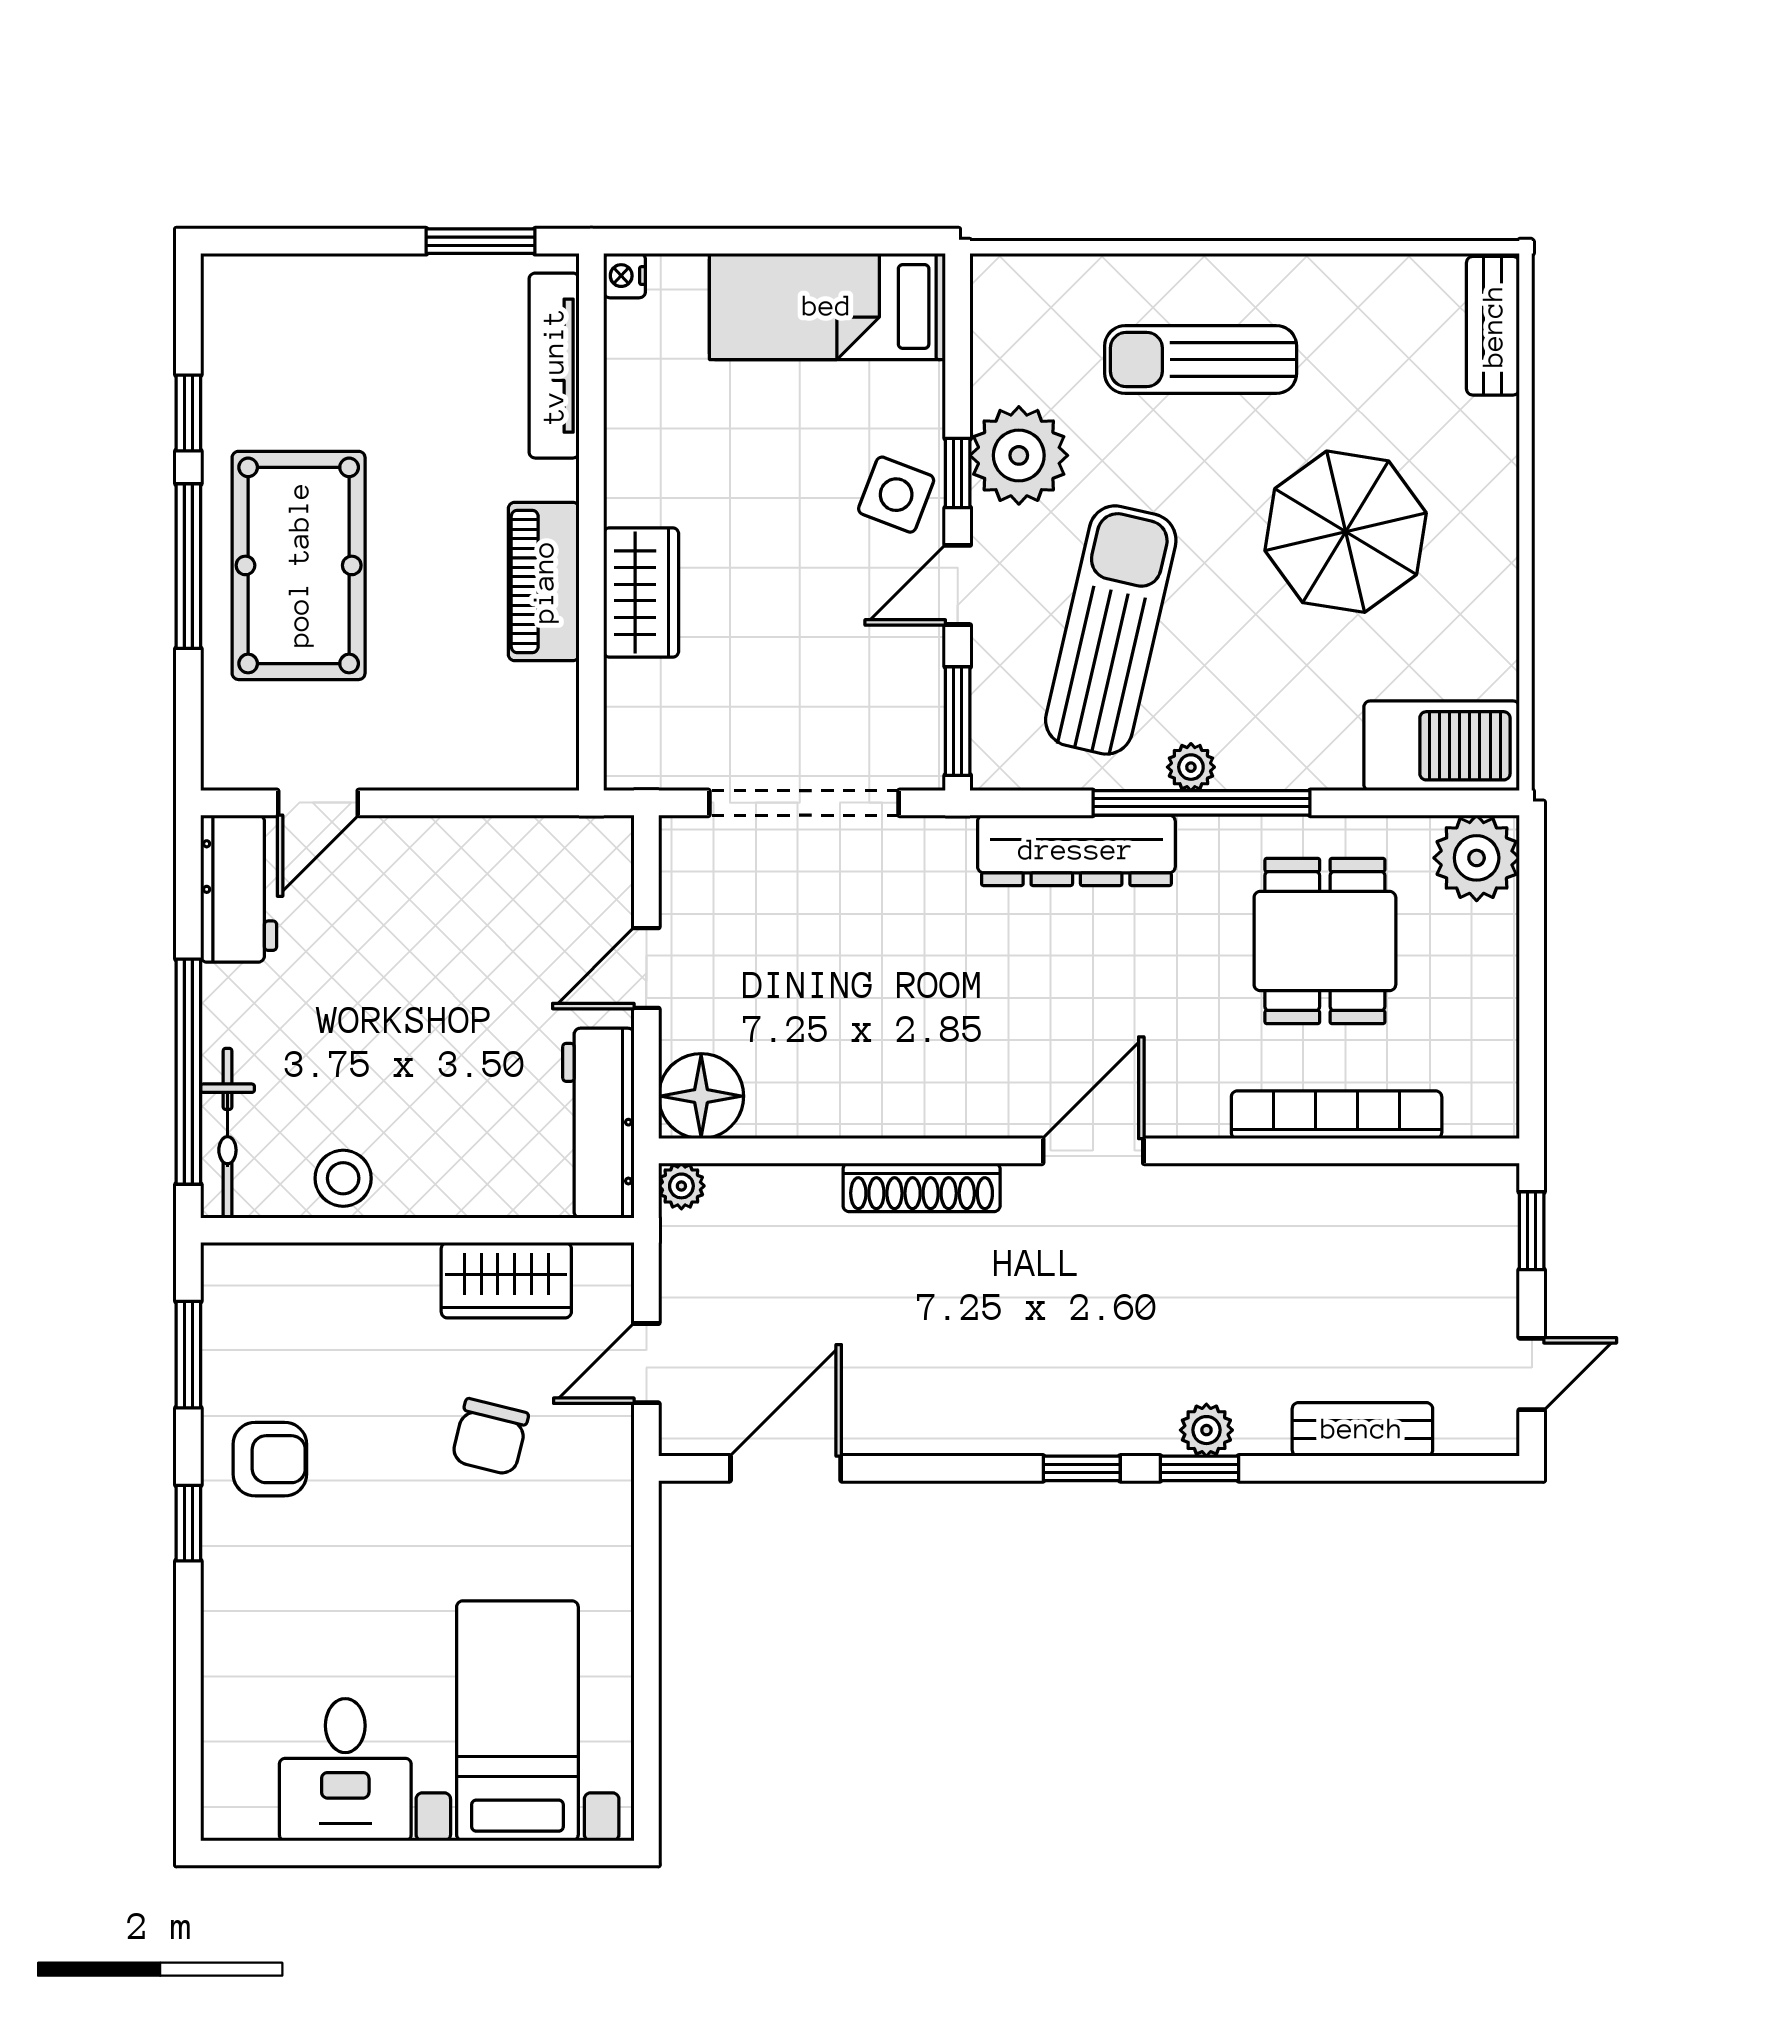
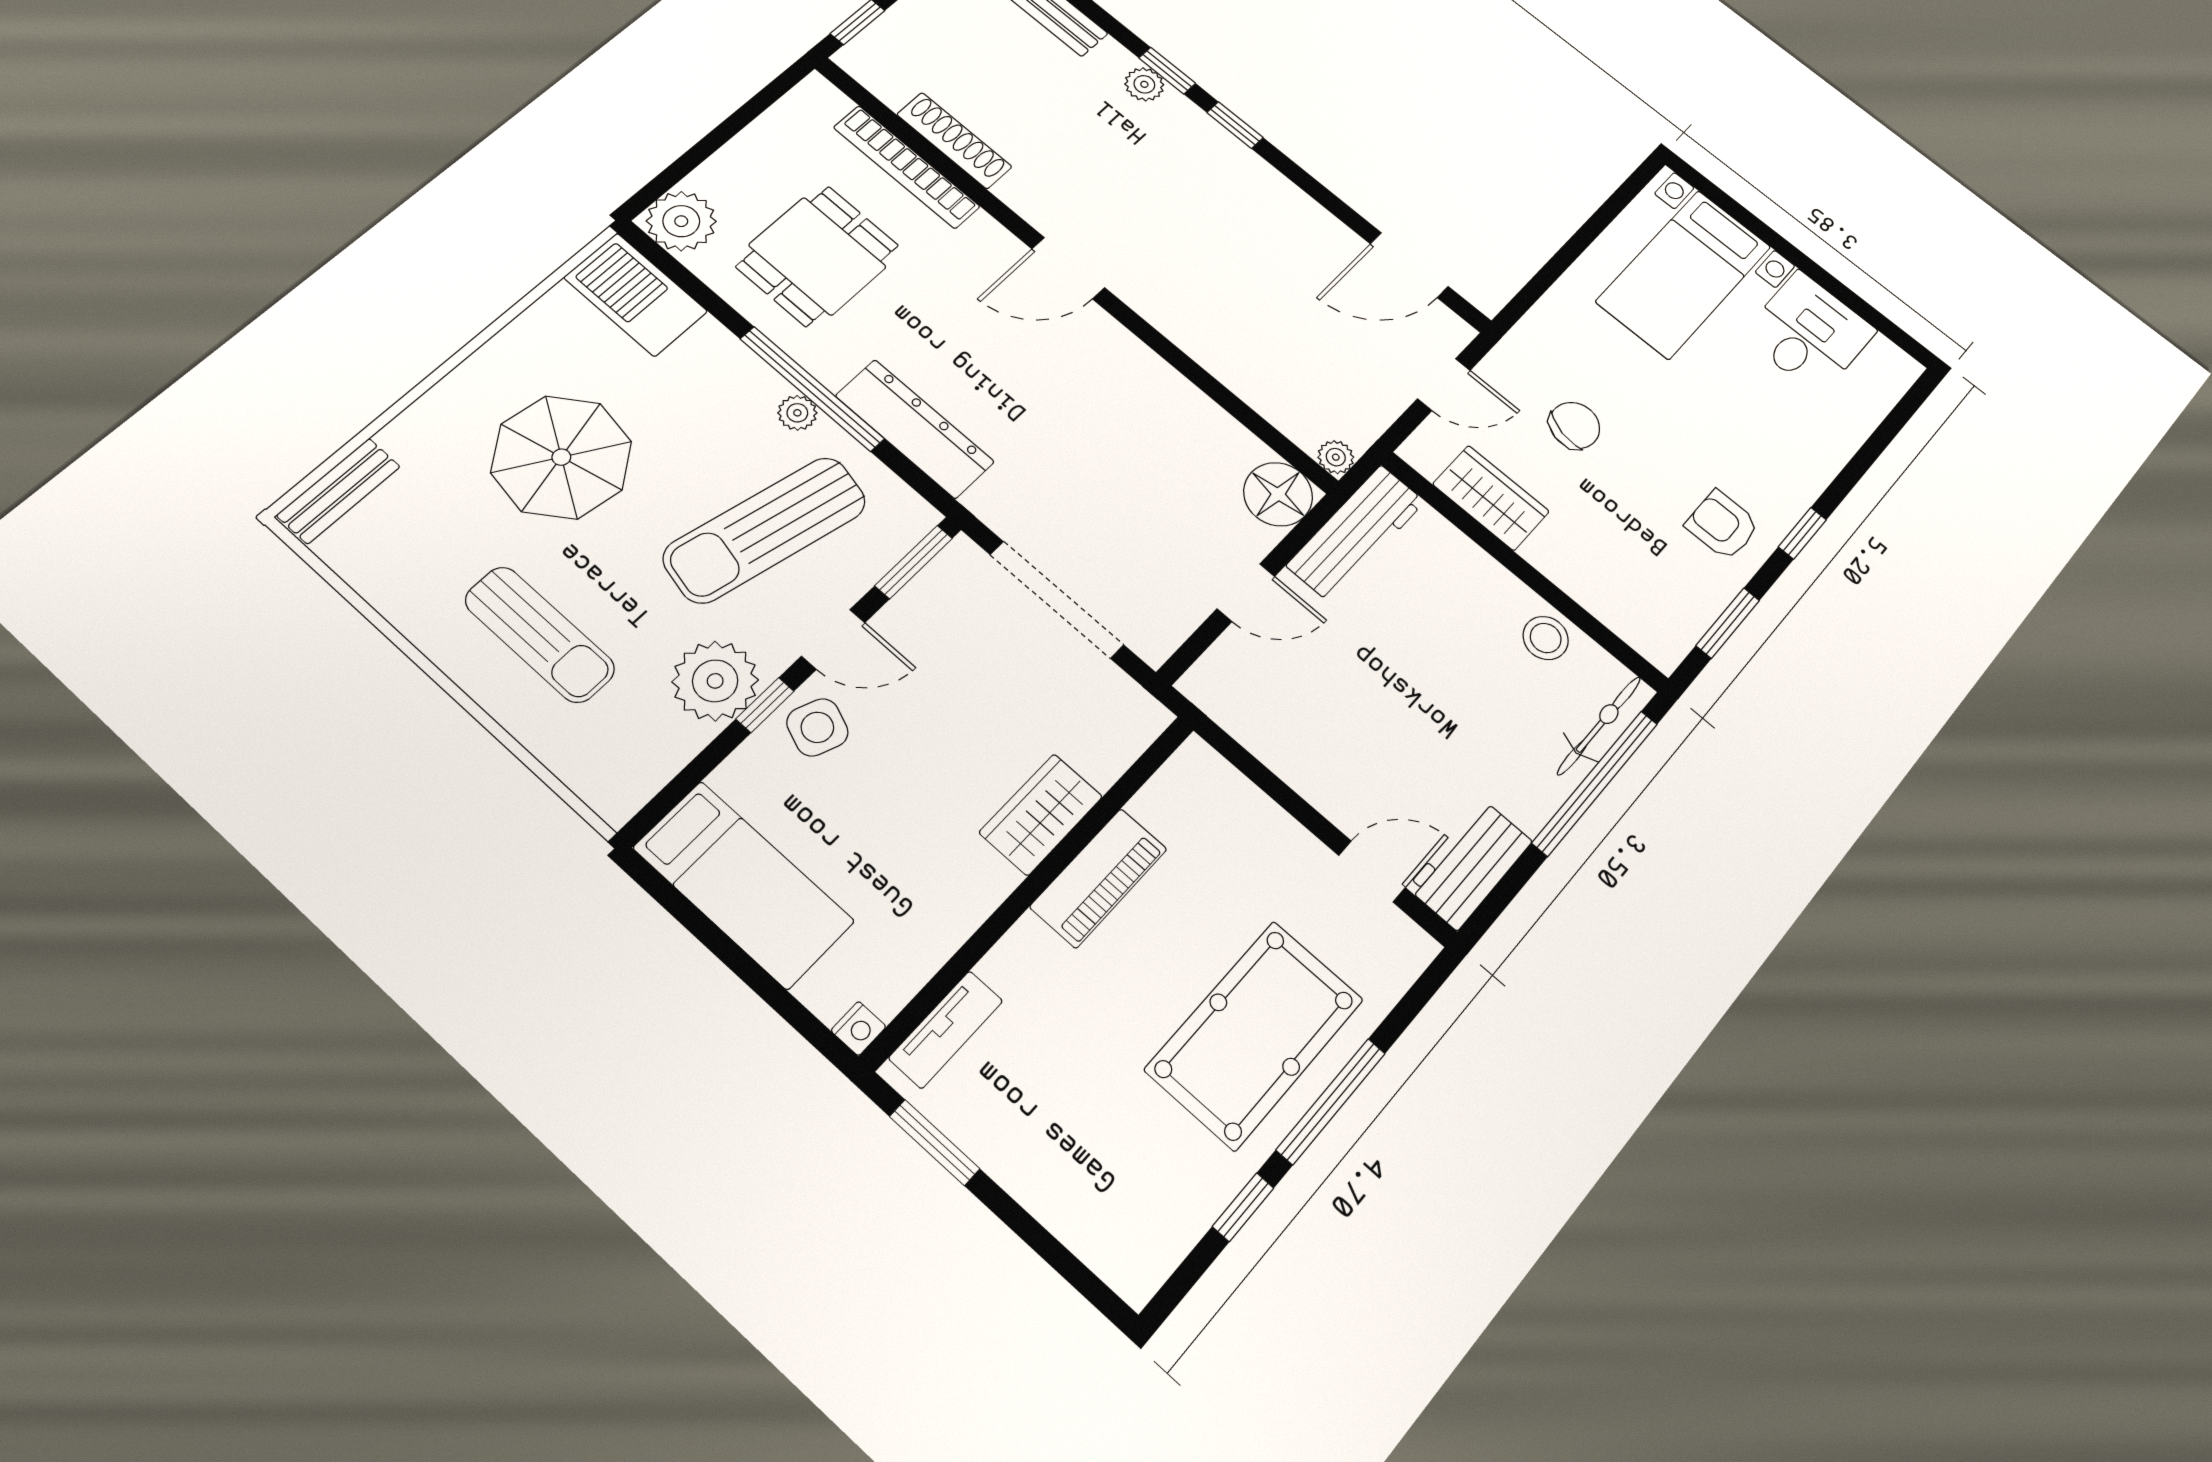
tv unit: (554, 366) -> (946, 1029), width x0.71
shoe rack: (922, 1187) -> (954, 140), moved

